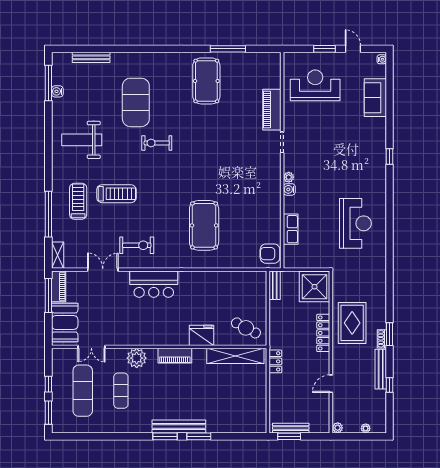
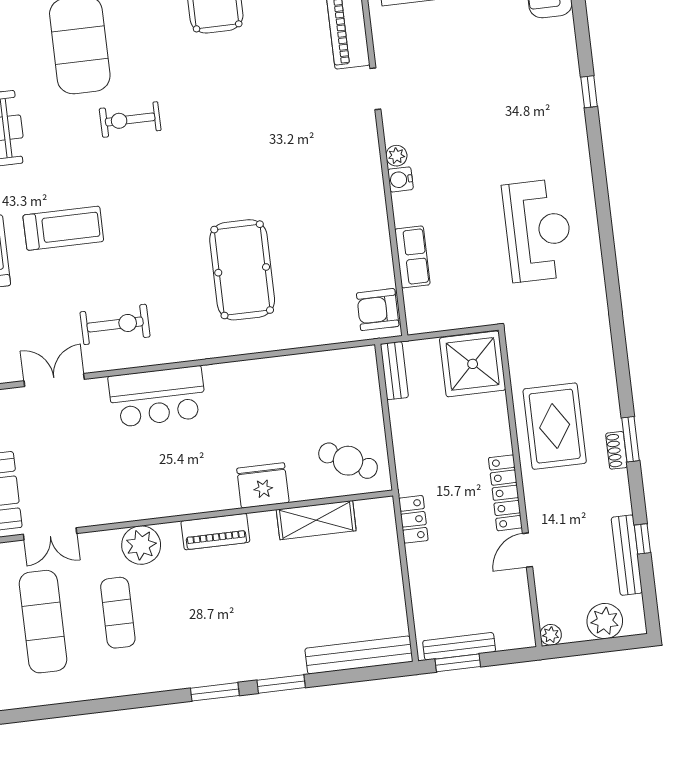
locker: (323, 333) -> (505, 493), moved
shelving: (235, 356) -> (316, 520), width x0.68
bench: (381, 369) -> (627, 555), moved
bench: (179, 426) -> (359, 655), moved
plant: (366, 428) -> (605, 621), width x1.87, depth x1.87

